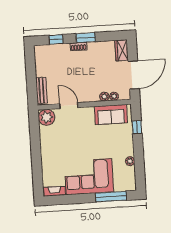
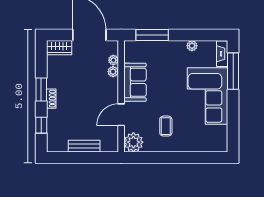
bench: (41, 90) -> (84, 146), moved
sofa: (111, 114) -> (135, 82), moved
window: (137, 127) -> (152, 35), width x2.17
coffee table: (62, 143) -> (166, 126), added
fireplace: (55, 191) -> (222, 54), moved

